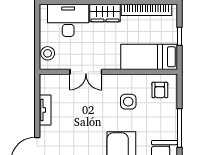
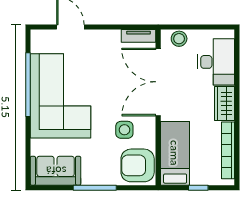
double door: (86, 72) -> (158, 82), width x1.87
armchair: (160, 90) -> (138, 165), width x1.88, depth x1.88
tv unit: (45, 110) -> (139, 36), moved

